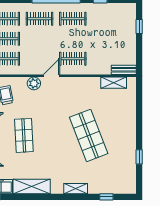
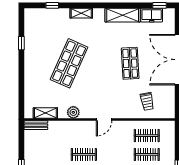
clothes rail: (73, 59) -> (84, 154), moved
plant: (34, 83) -> (73, 112), moved
shop shelf: (89, 135) -> (69, 63), turned 45

